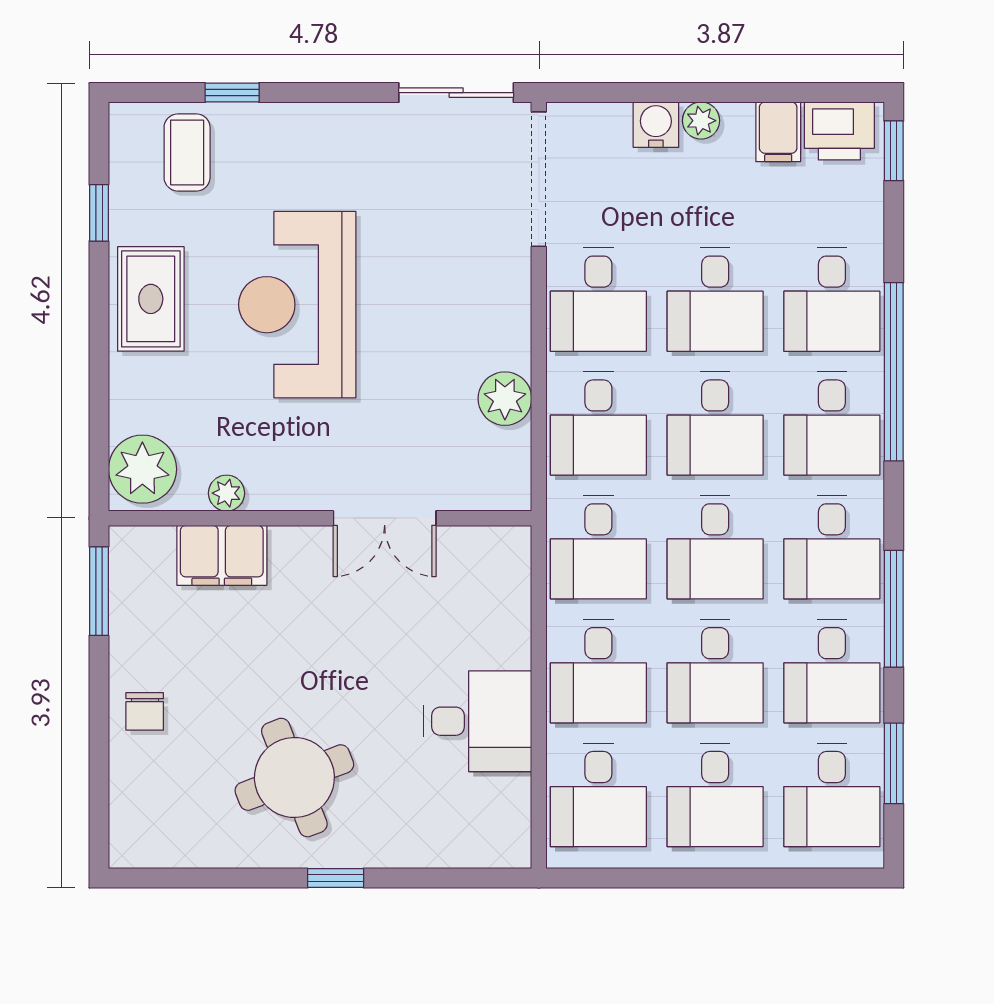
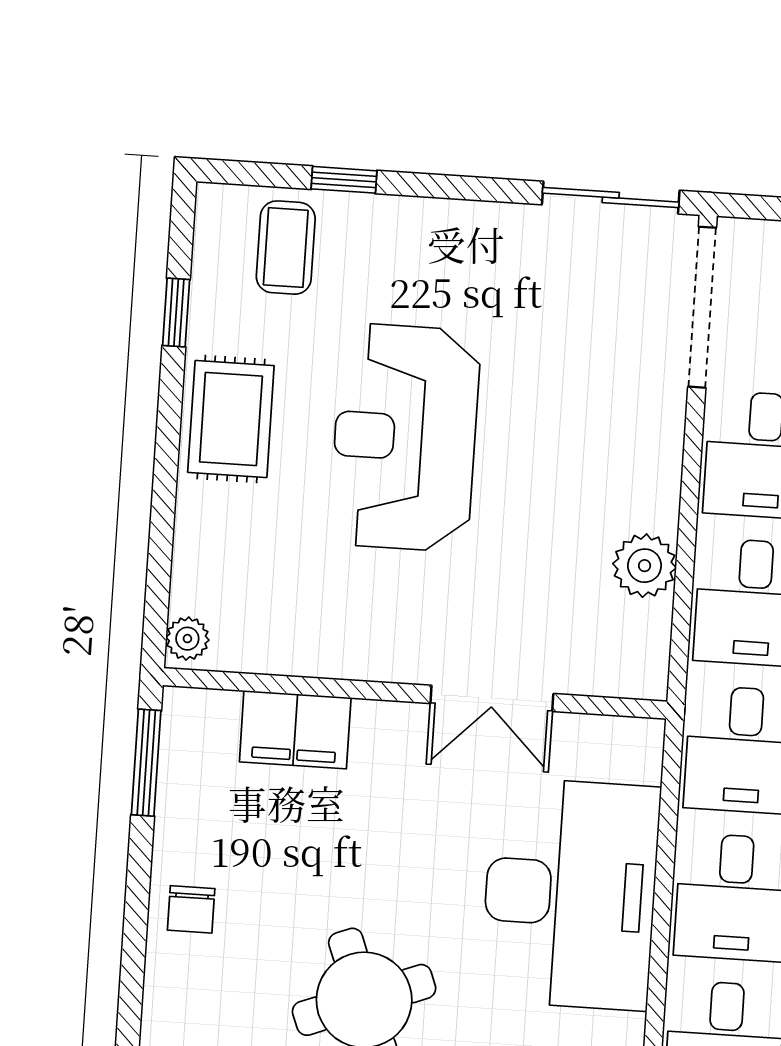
plant: (142, 469) -> (187, 639), width x0.53, depth x0.53
plant: (227, 493) -> (306, 656), removed
desk: (477, 721) -> (570, 894), width x1.87, depth x1.30

